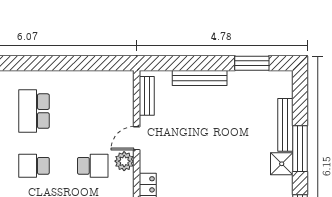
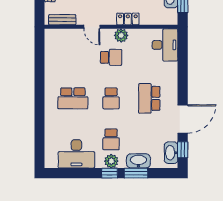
plant: (124, 161) -> (121, 35), moved
school desk: (93, 166) -> (111, 57), turned 90

